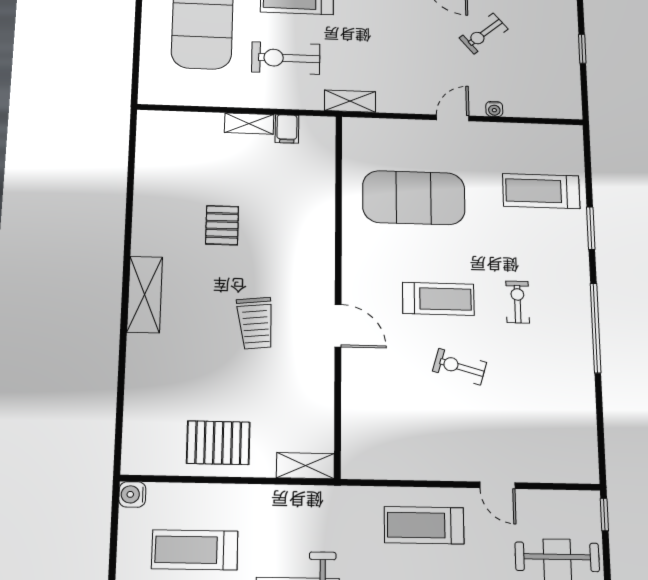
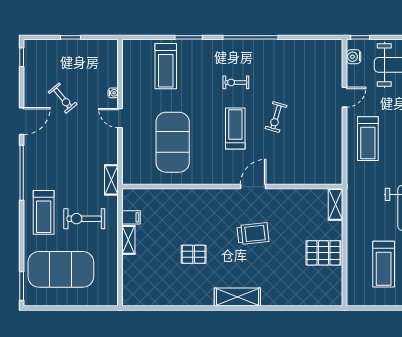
exercise bike: (286, 58) -> (84, 219), turned 90
pallet: (218, 443) -> (323, 253), turned 90
water cooler: (132, 494) -> (354, 57), moved, turned 90

